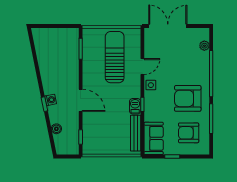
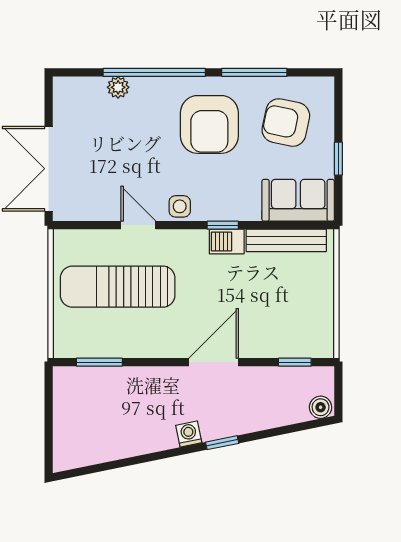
plant: (204, 46) -> (118, 87), moved
washing machine: (51, 100) -> (189, 434), moved
boiler: (56, 129) -> (321, 407), moved
armchair: (189, 133) -> (286, 123), turned 102

